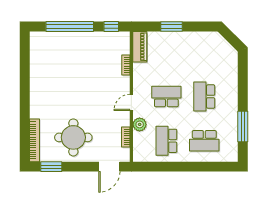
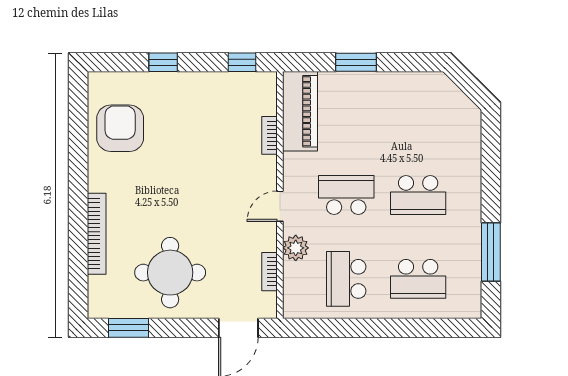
window: (70, 26) -> (163, 62), width x0.32
piano: (140, 47) -> (300, 111), width x1.37, depth x1.33
armchair: (47, 61) -> (120, 128), added
school desk: (204, 97) -> (418, 195), turned -90
bookcase: (35, 140) -> (97, 234), moved

